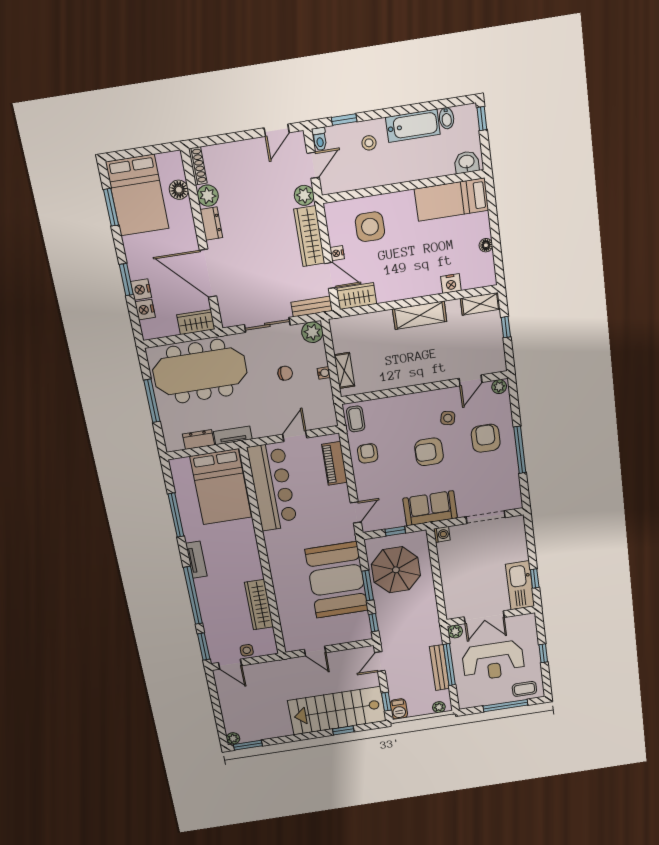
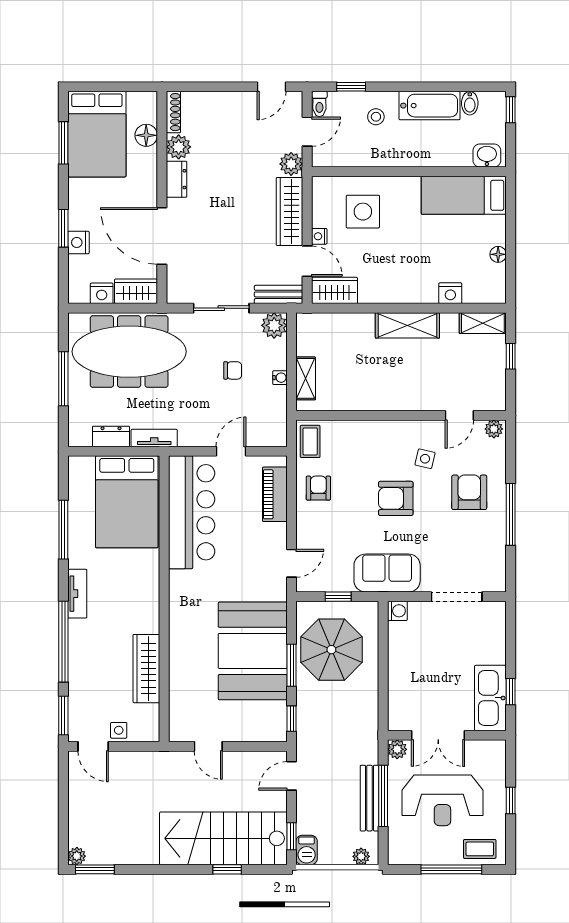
nightstand: (145, 310) -> (102, 293), moved, turned -90

